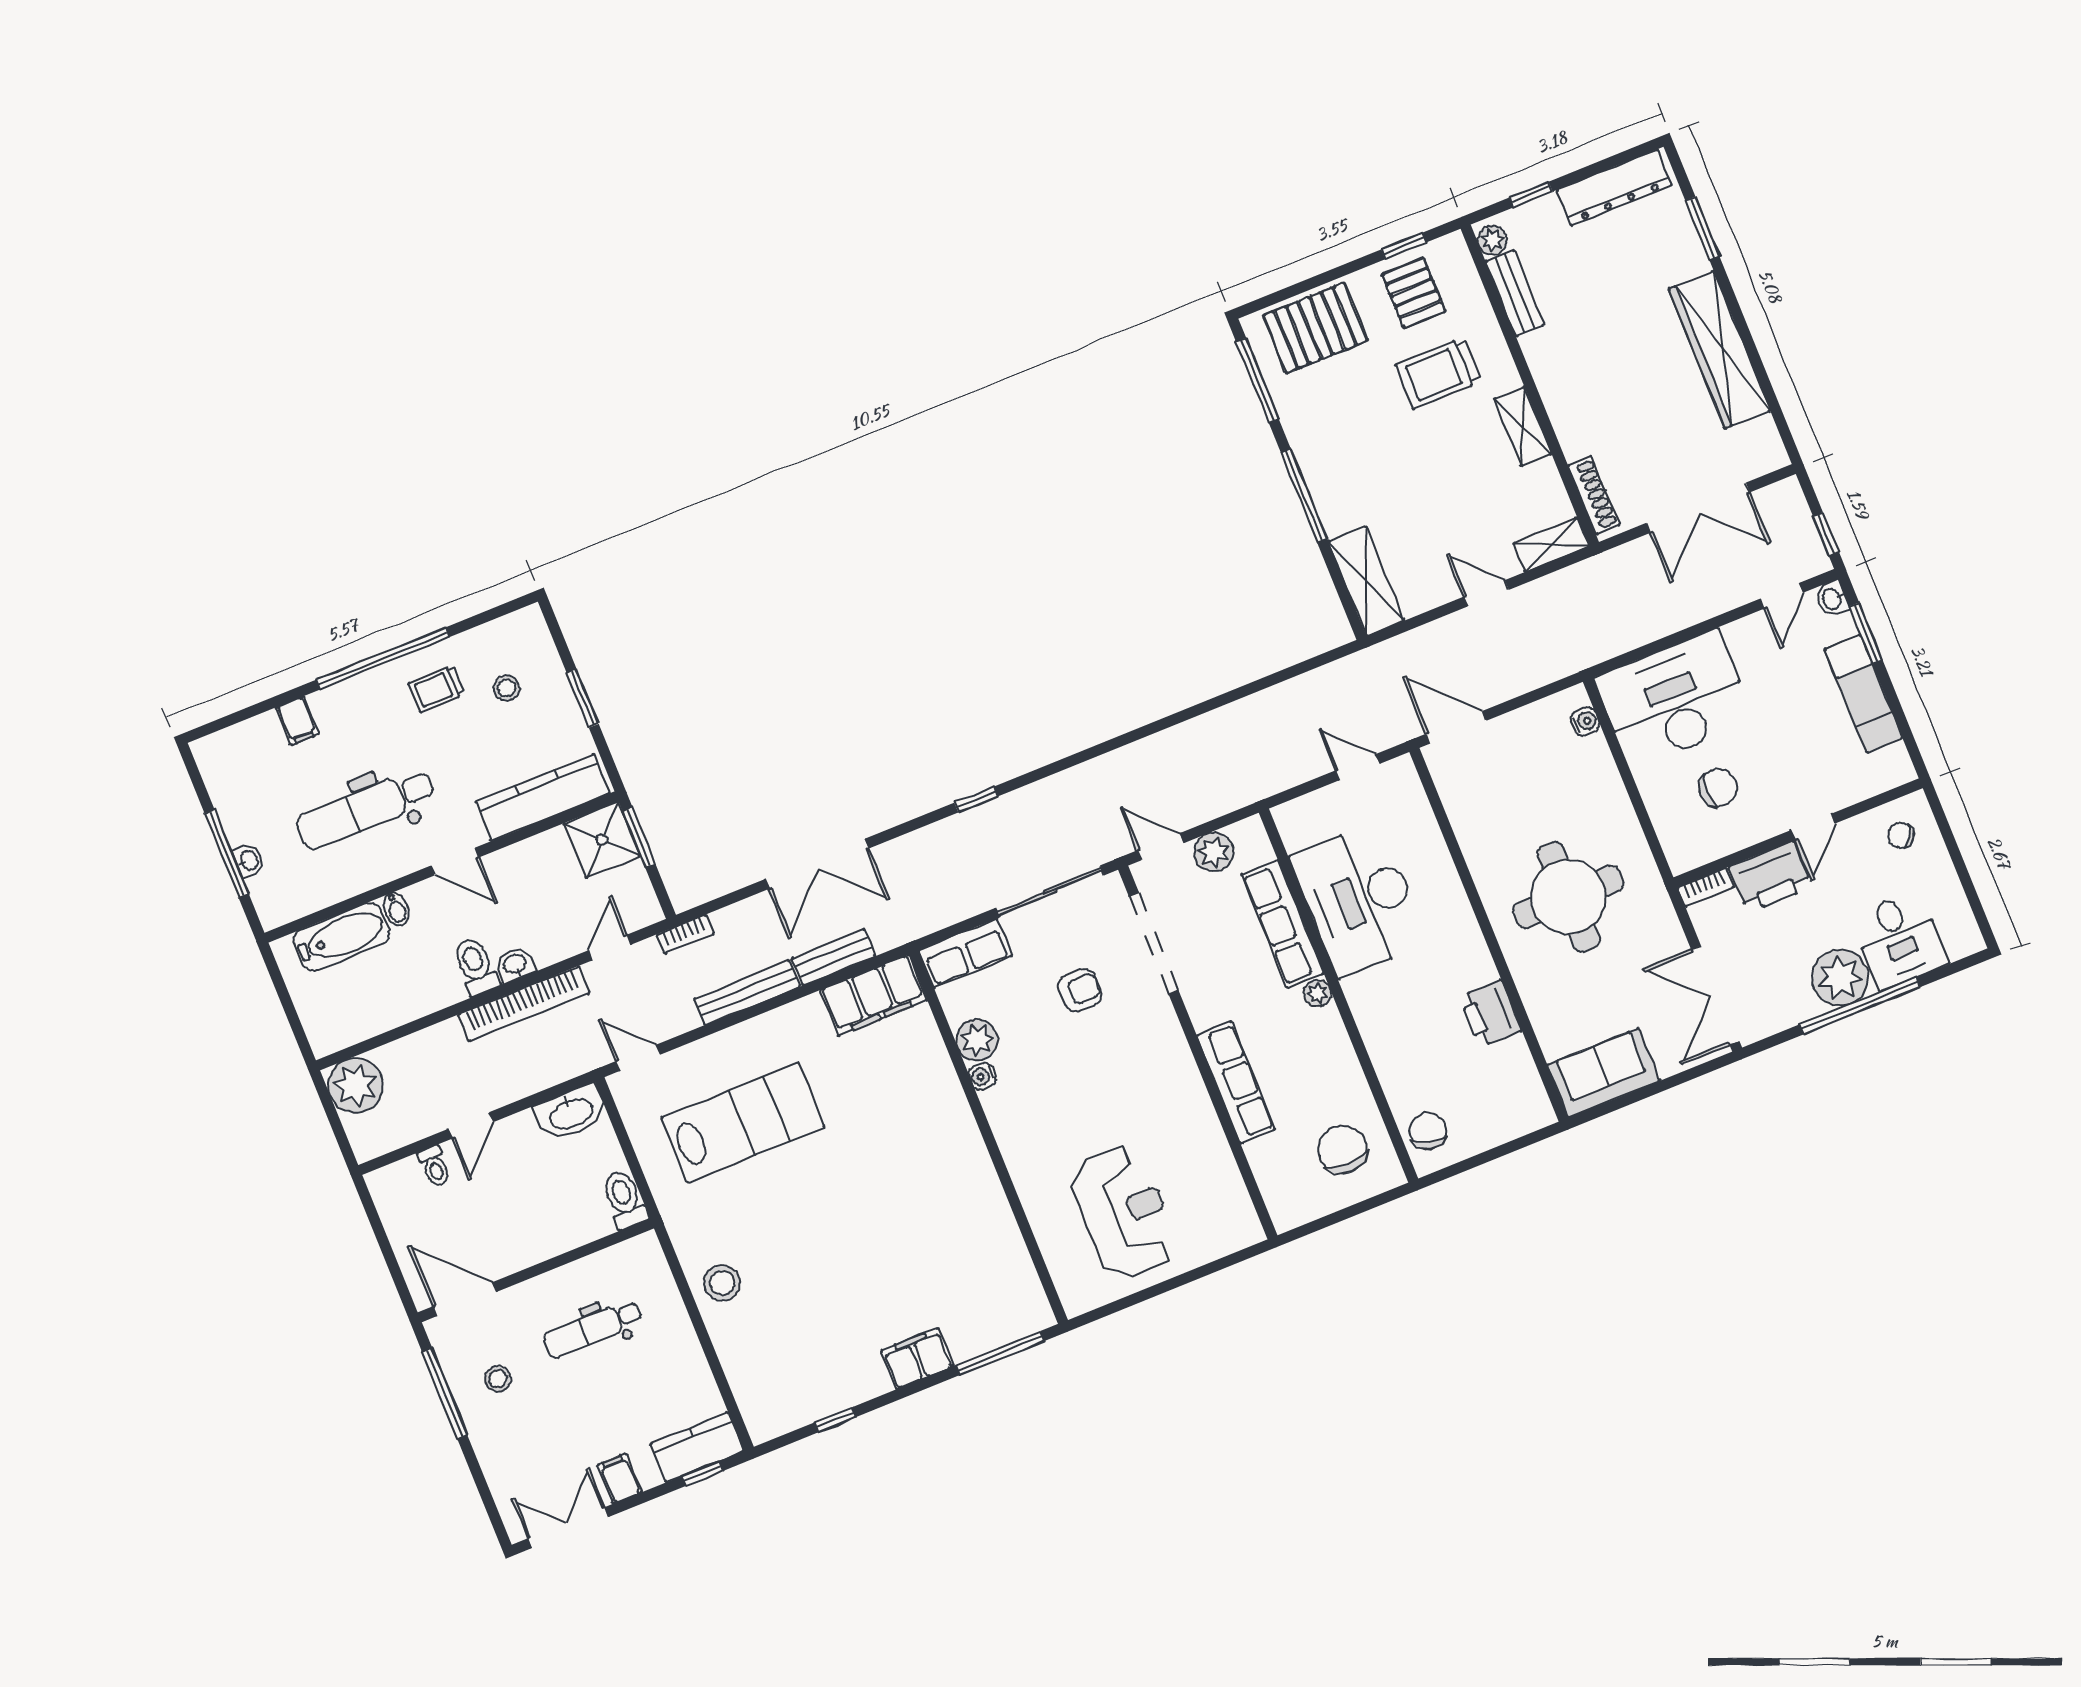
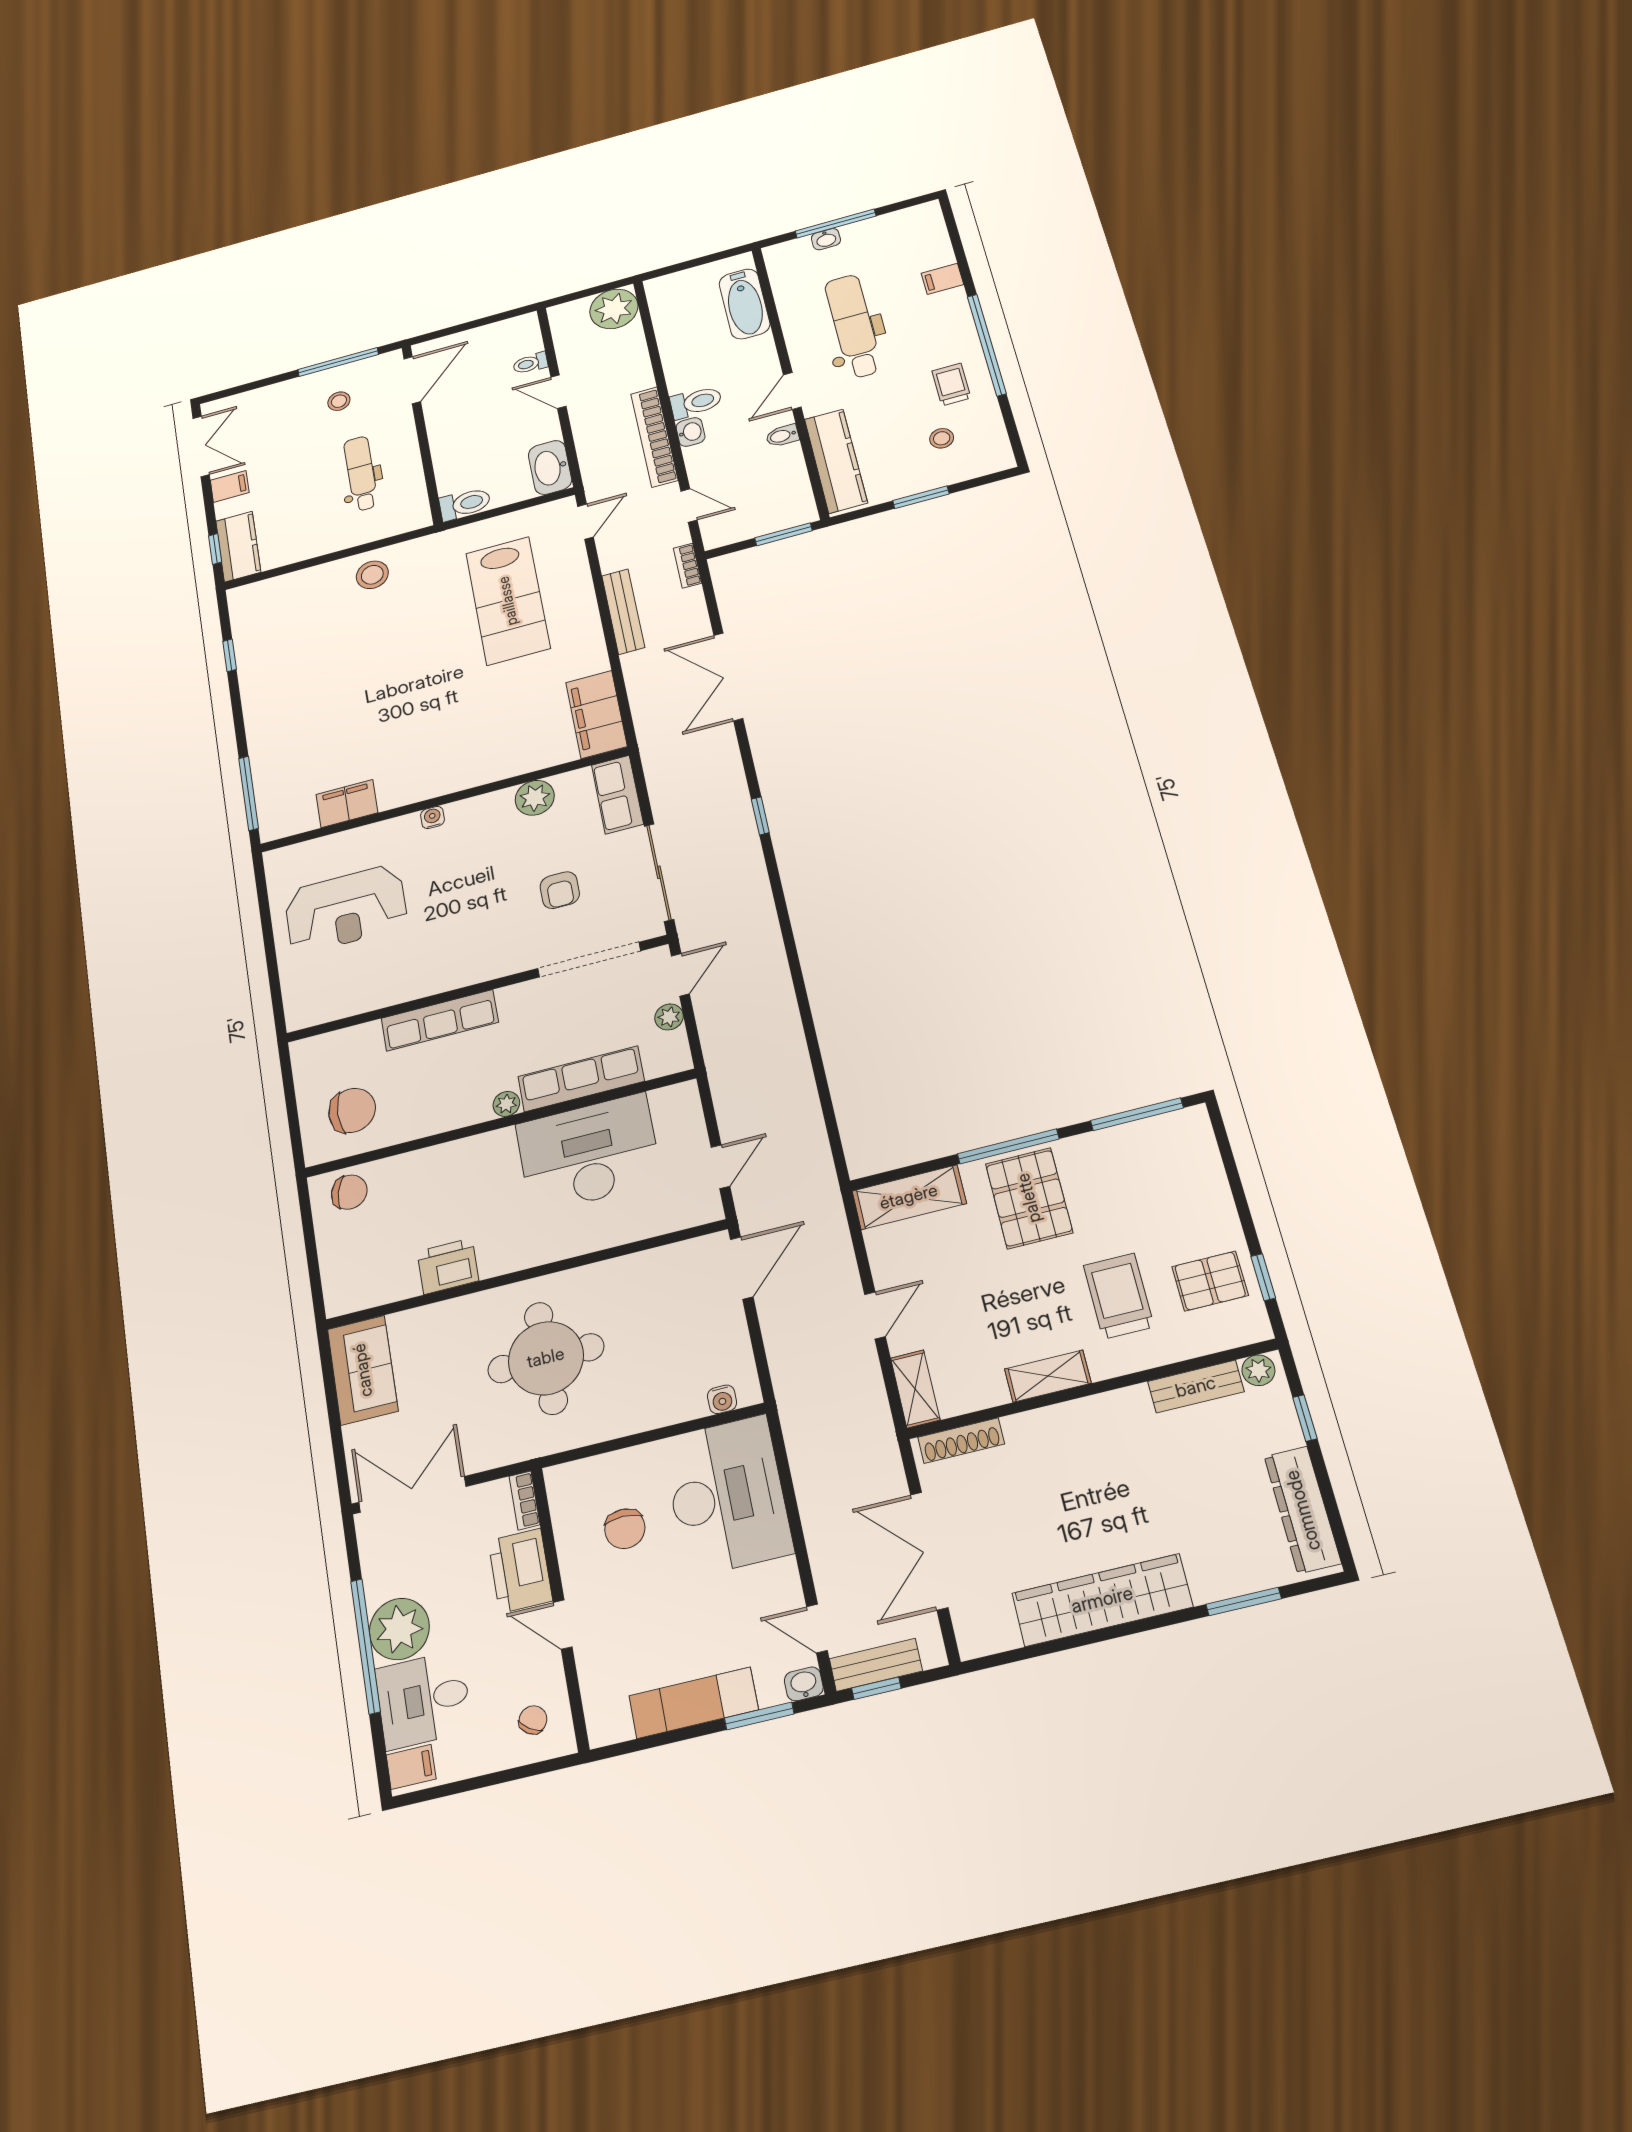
pallet: (1315, 328) -> (1029, 1198), moved
shower: (602, 840) -> (788, 505), removed
plant: (1214, 852) -> (669, 1017), width x0.73, depth x0.73
bidet: (396, 909) -> (782, 436), moved
filing cabinet: (1959, 937) -> (411, 1767), added
bench: (833, 957) -> (876, 1665), moved, turned 90
water cooler: (982, 1076) -> (432, 817), moved
filing cabinet: (917, 1359) -> (347, 804), moved, turned -90

